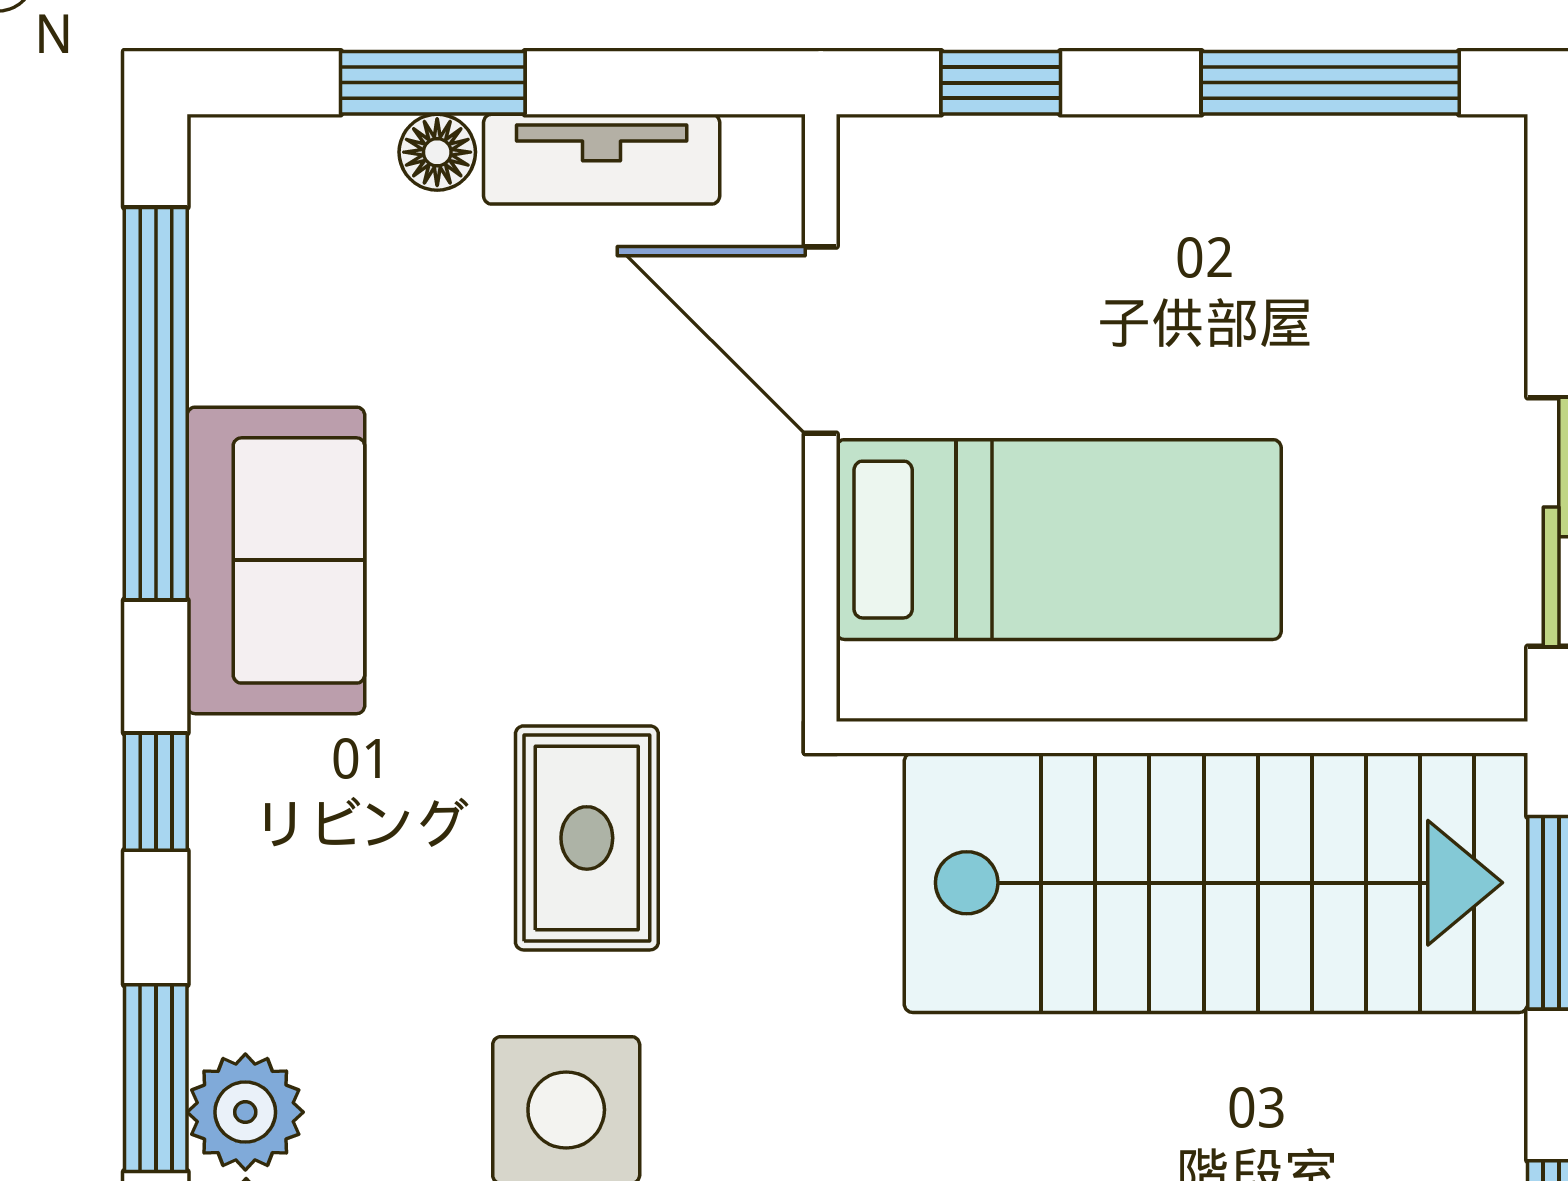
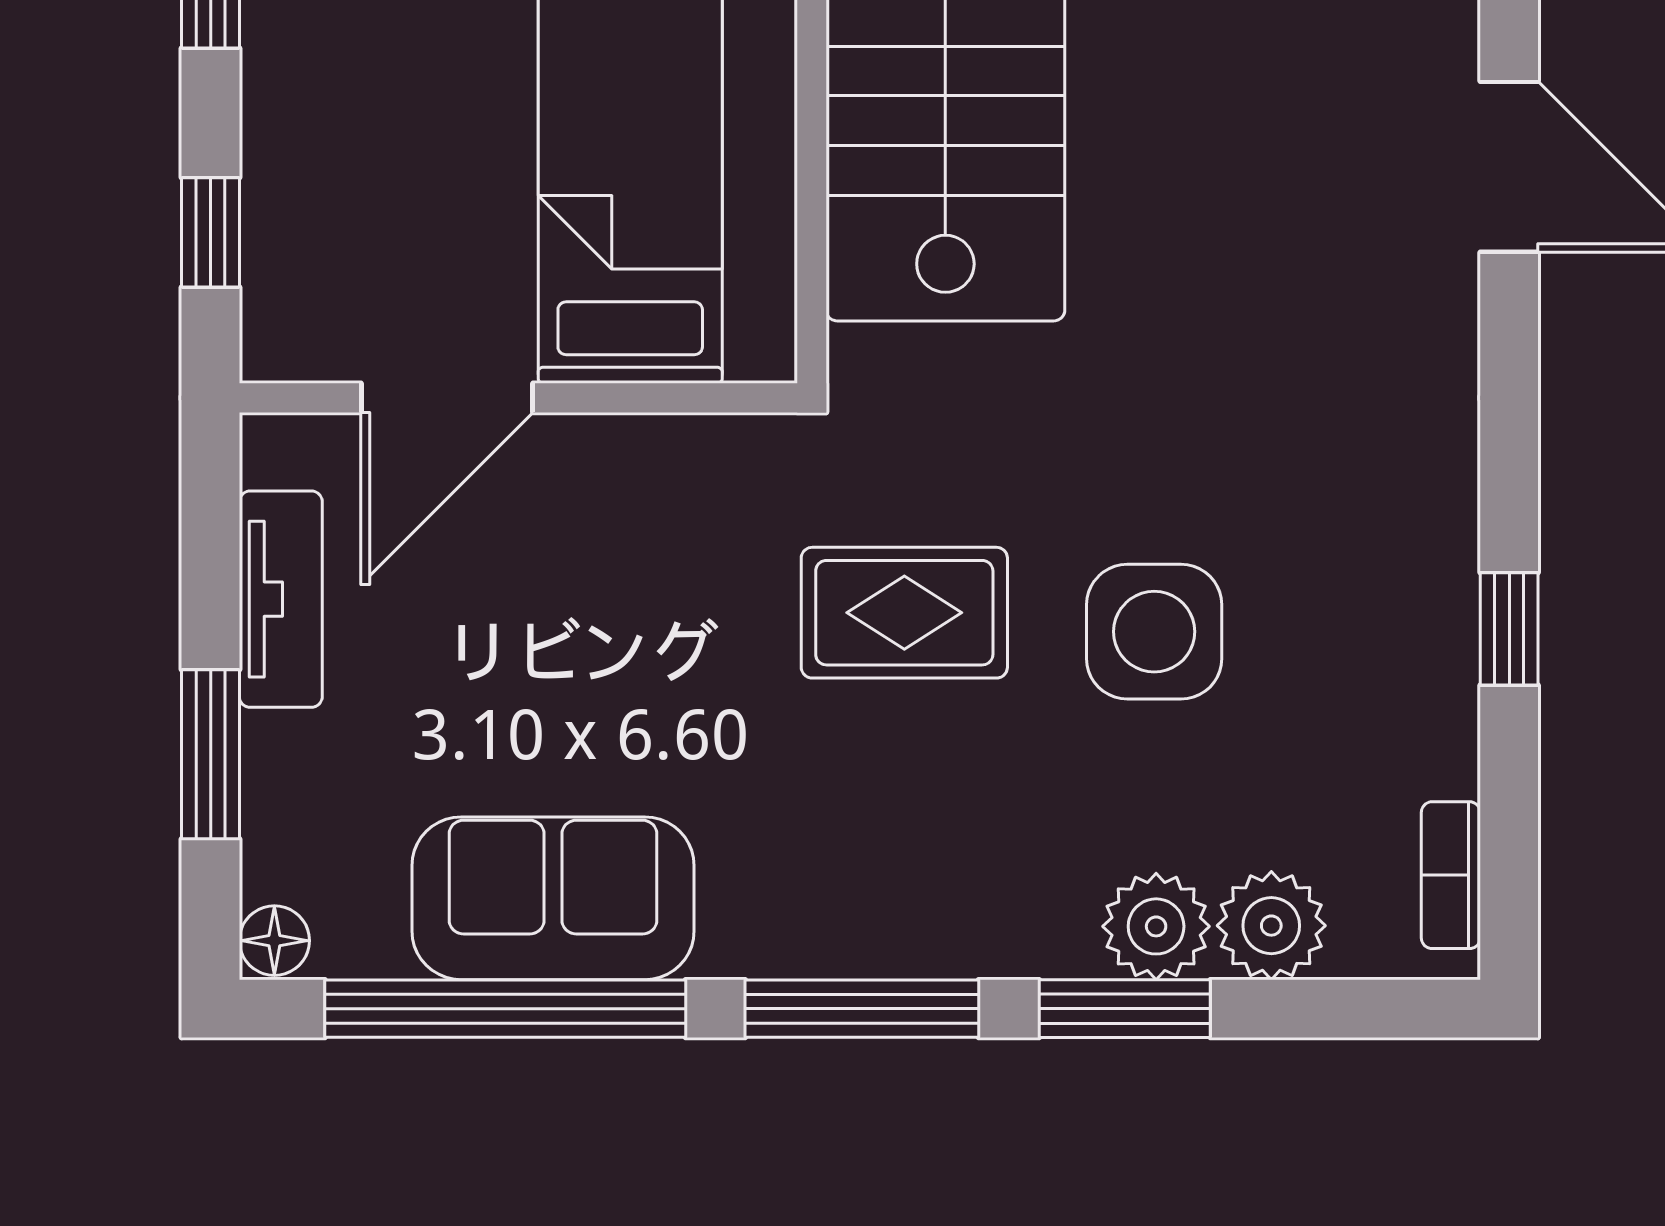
floor lamp: (437, 152) -> (274, 941), moved
sofa: (276, 560) -> (553, 898), moved
window: (156, 792) -> (862, 1009), width x2.17

